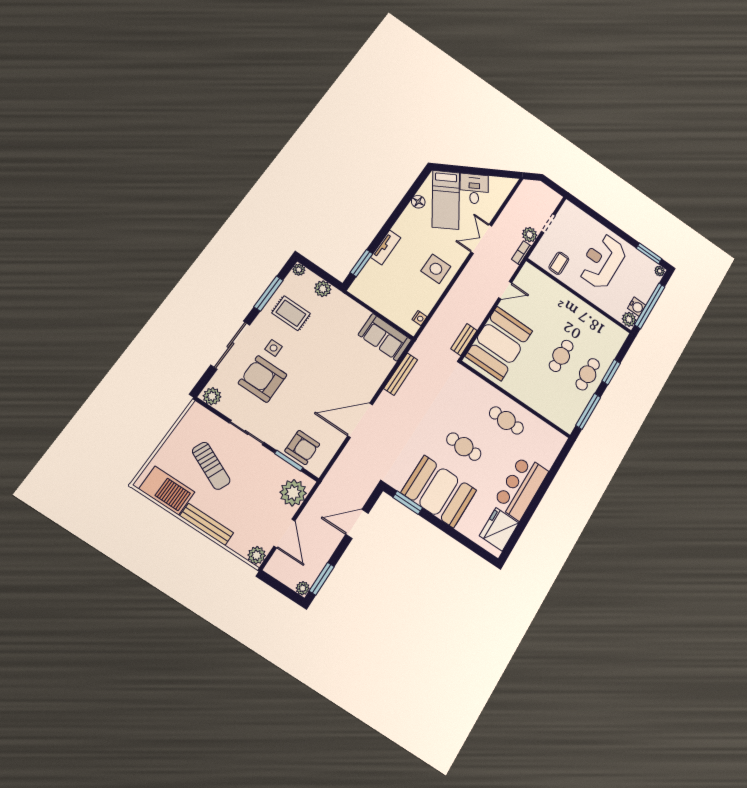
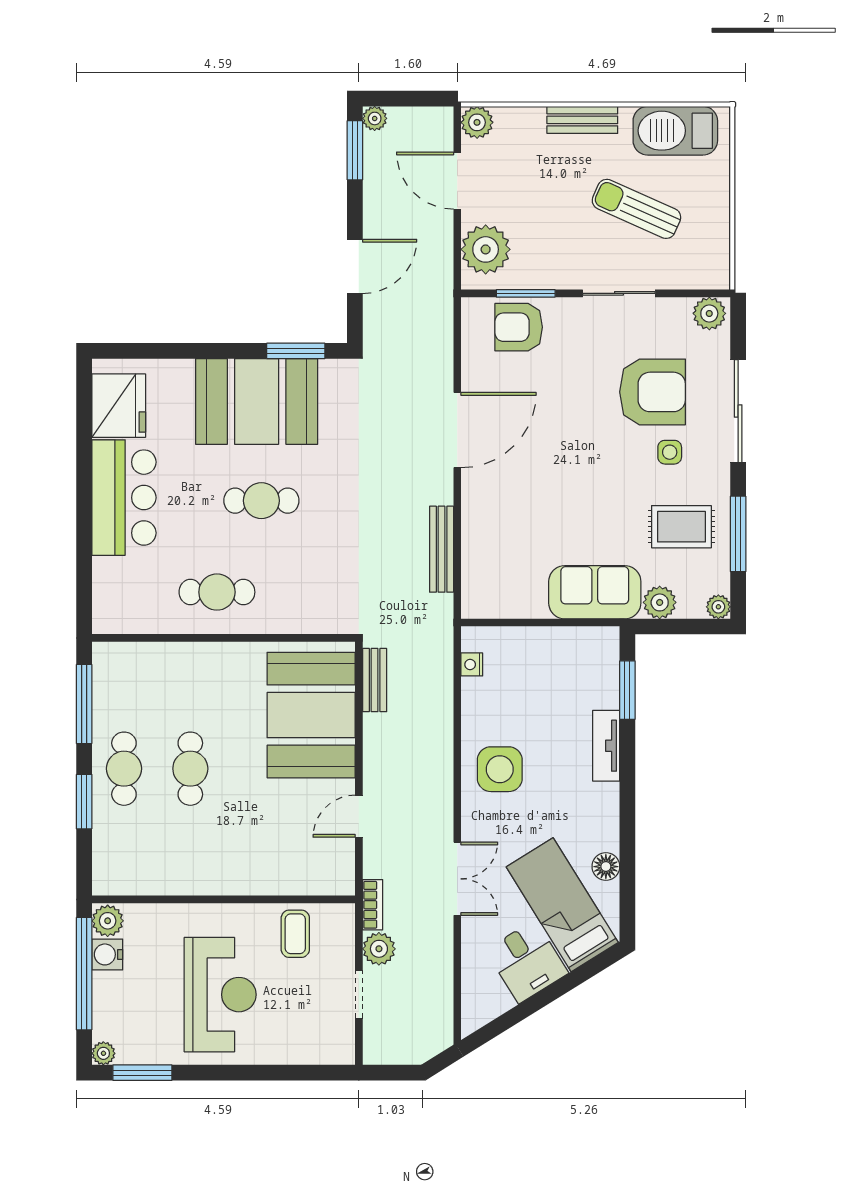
sofa: (385, 337) -> (595, 592), moved
bench: (207, 524) -> (582, 120), width x0.73

